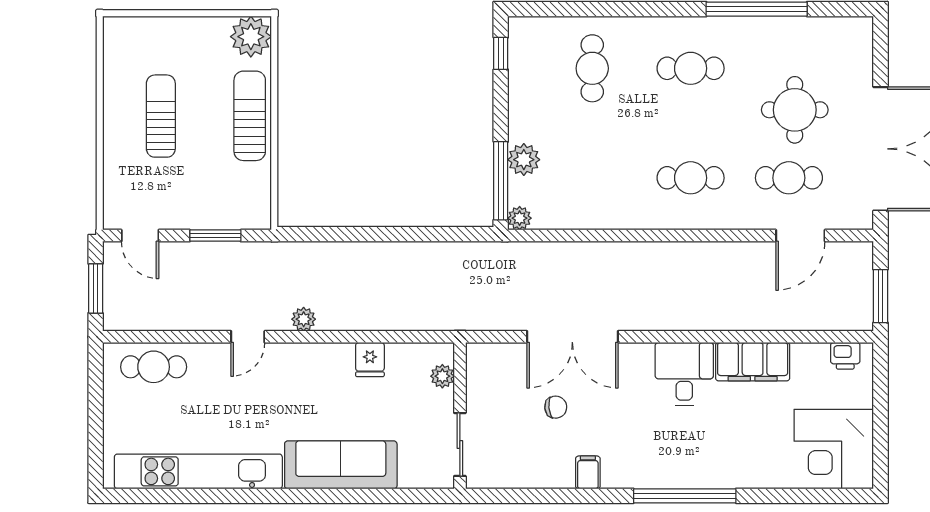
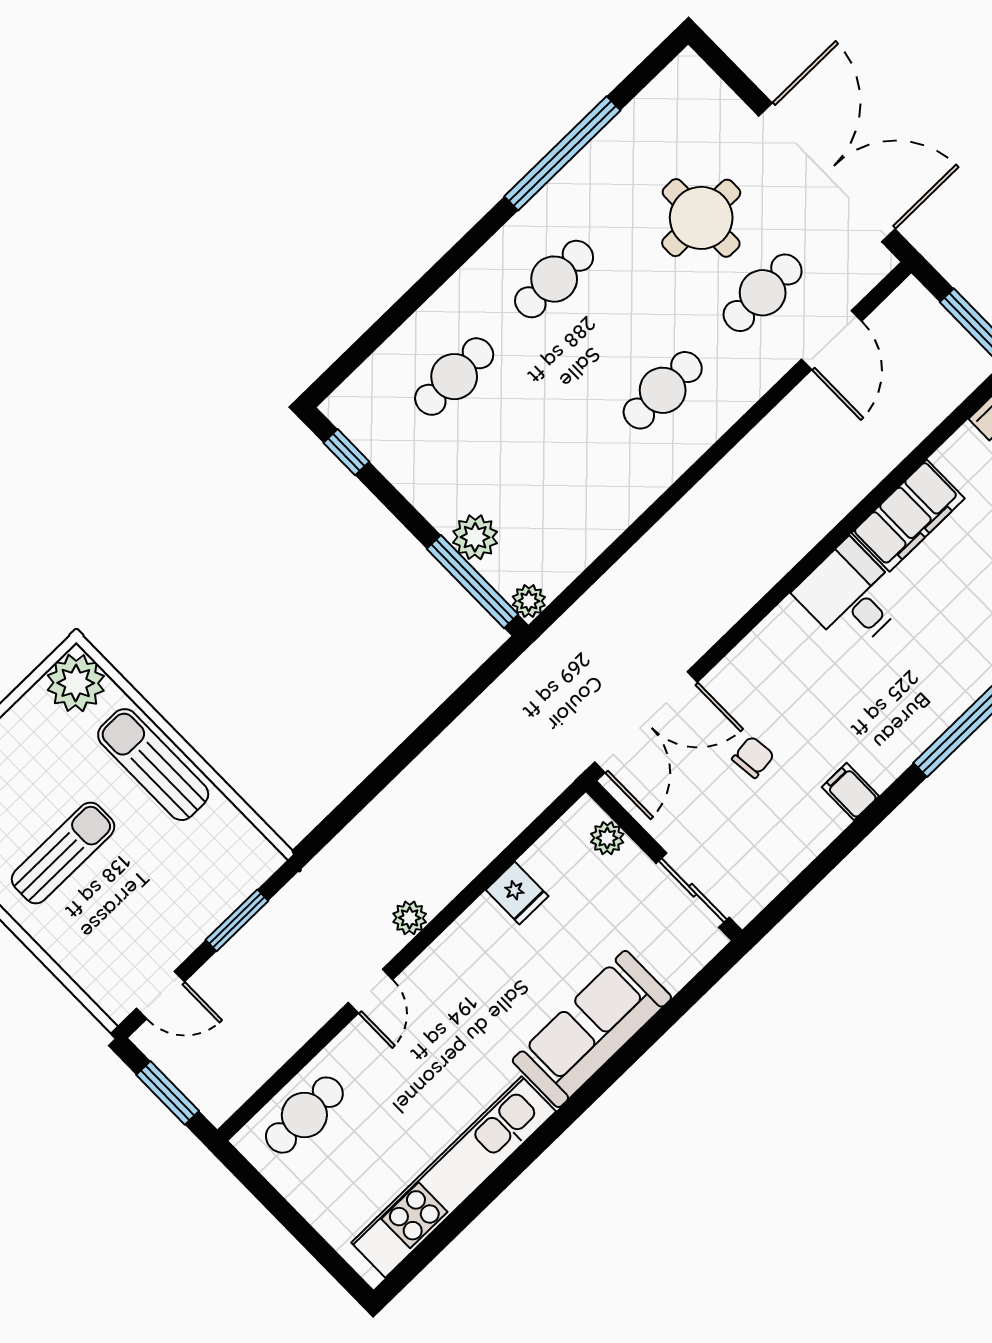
cafe table: (592, 68) -> (454, 377), turned 90
sun lounger: (161, 116) -> (63, 853), turned 90
double door: (572, 337) -> (646, 722), moved

